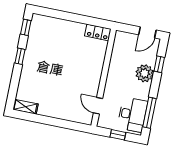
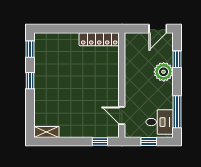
locker: (98, 32) -> (99, 39), width x1.53
desk: (132, 115) -> (160, 122), width x0.73
window: (73, 126) -> (100, 141), added

